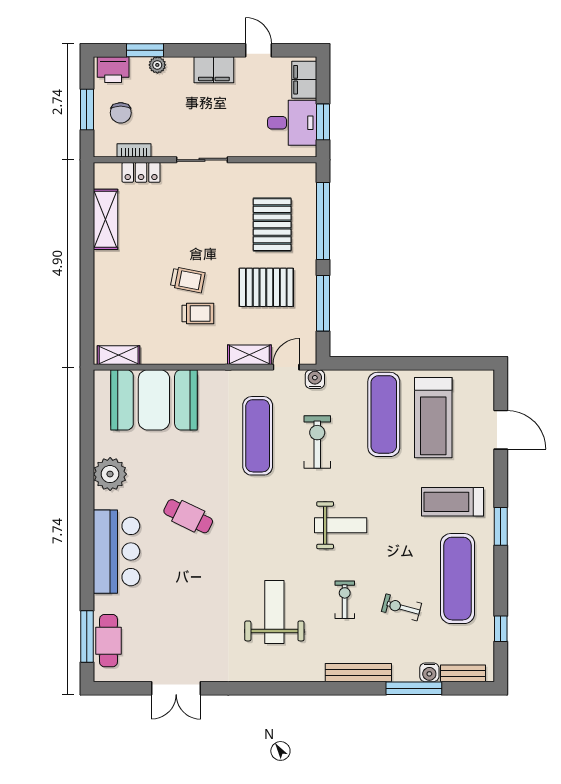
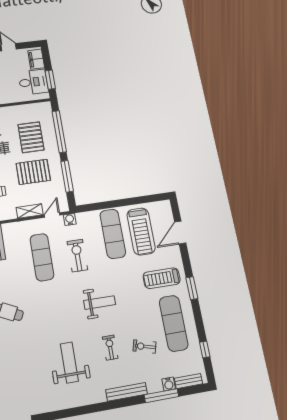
door: (501, 430) -> (180, 233), swing flipped

